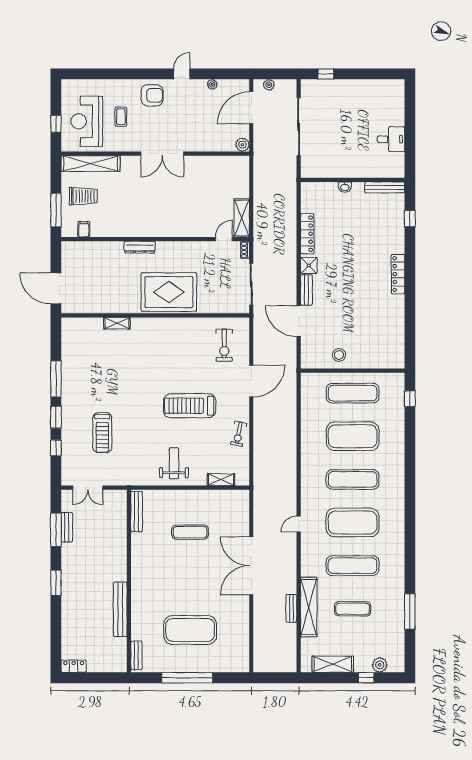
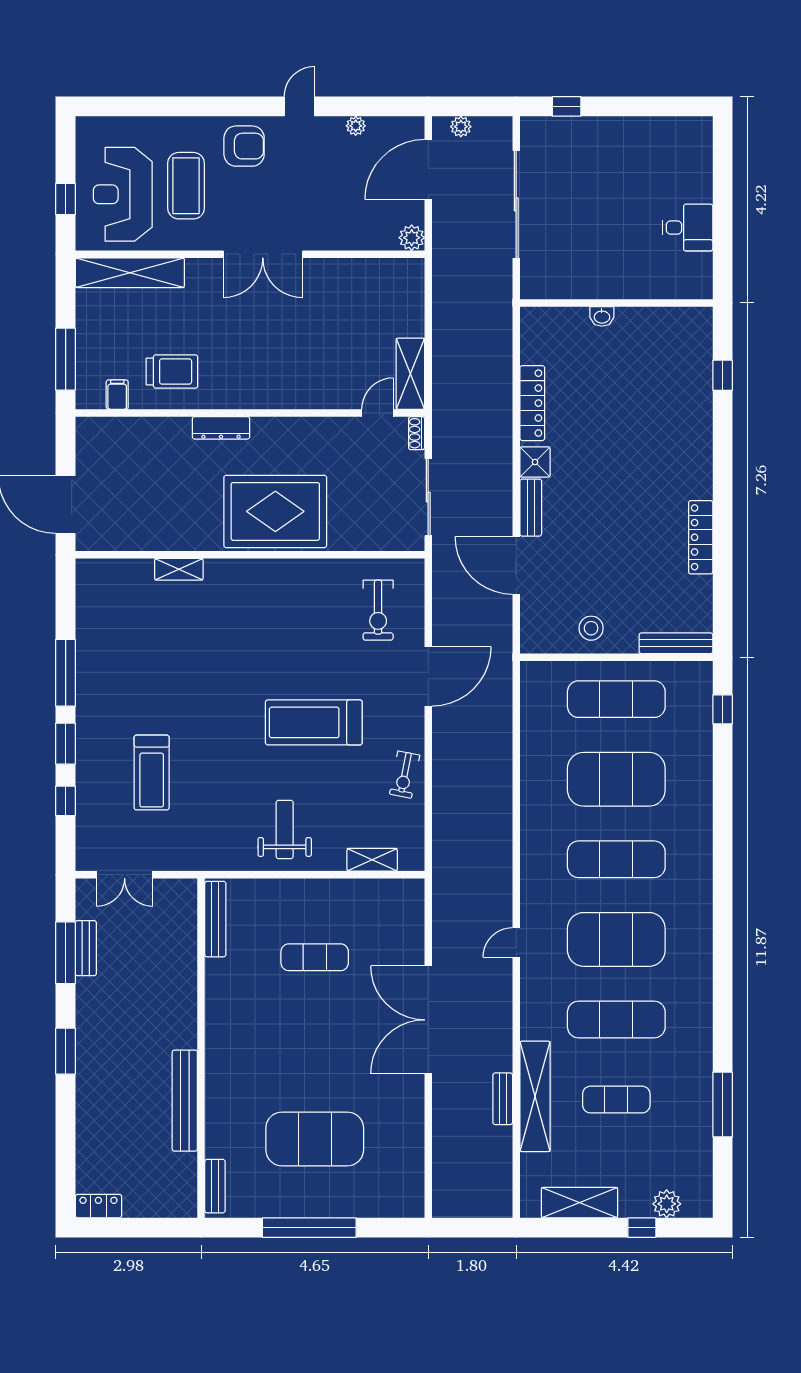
coffee table: (121, 117) -> (186, 186), width x1.86, depth x1.72
bench: (385, 187) -> (676, 643), moved
trolley: (83, 196) -> (172, 371), moved
locker: (398, 274) -> (701, 537), moved

